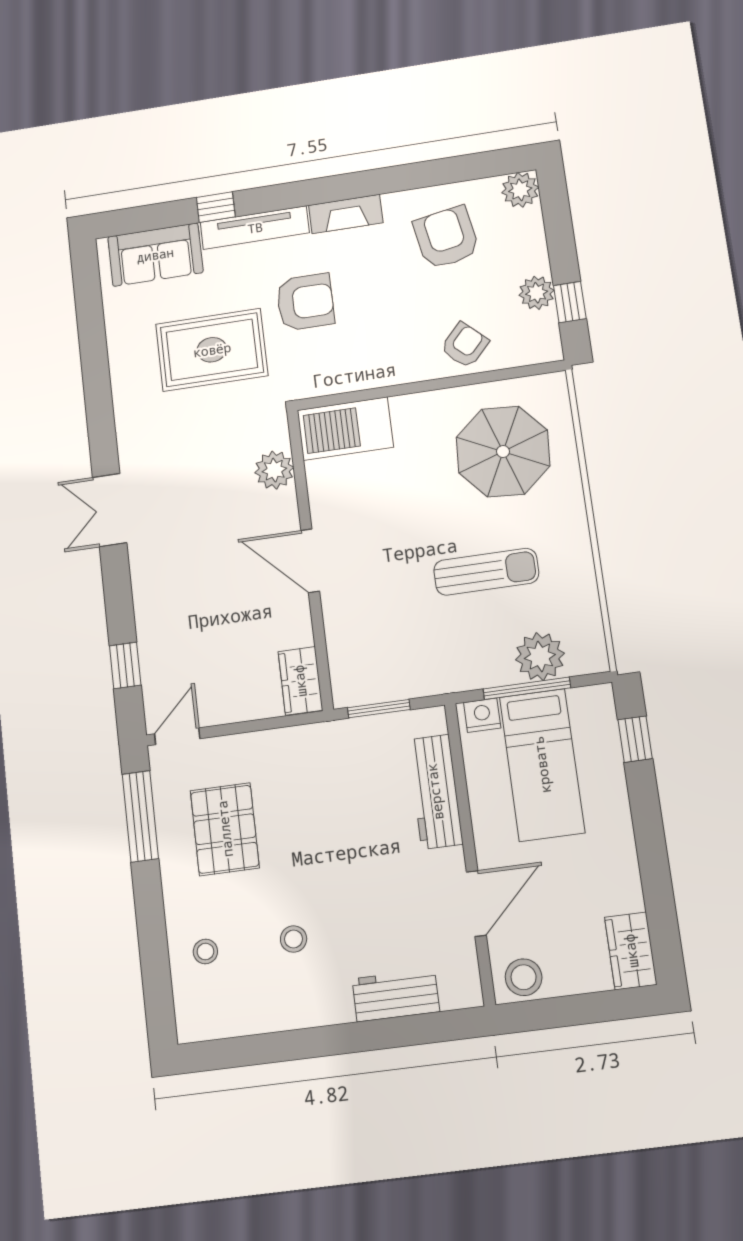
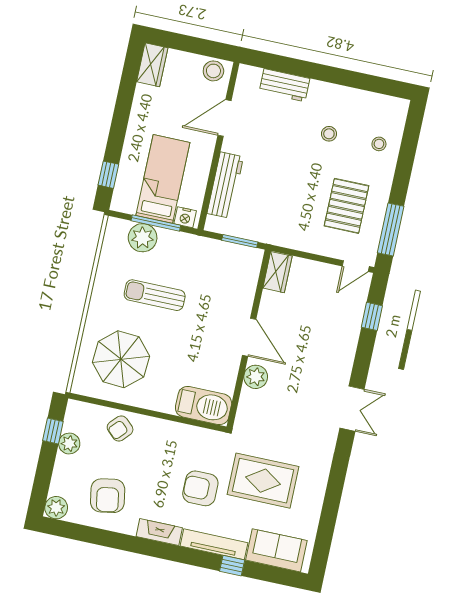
plant: (274, 470) -> (256, 377), moved

